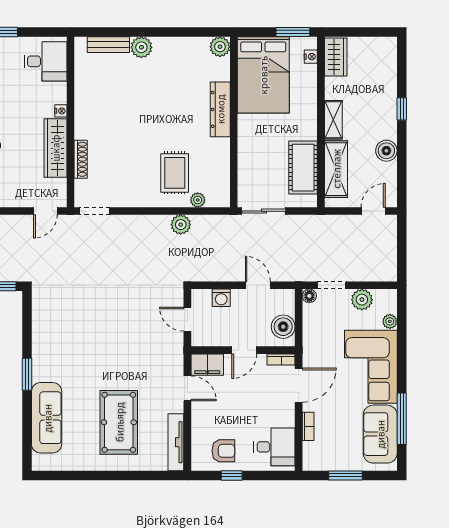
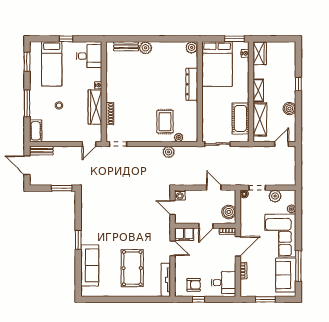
washing machine: (221, 298) -> (180, 195), moved

